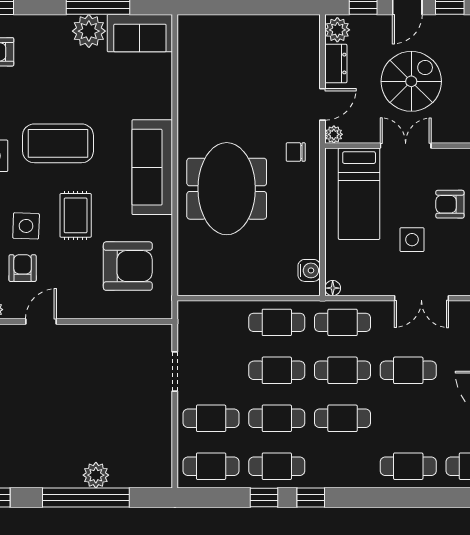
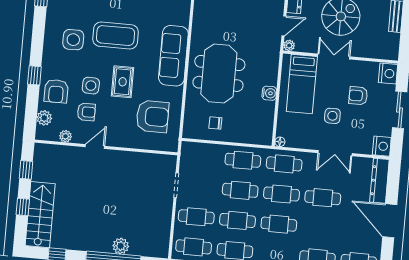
chair: (296, 152) -> (215, 123), moved
armchair: (23, 268) -> (86, 112), turned 90
water cooler: (309, 270) -> (269, 93), moved

